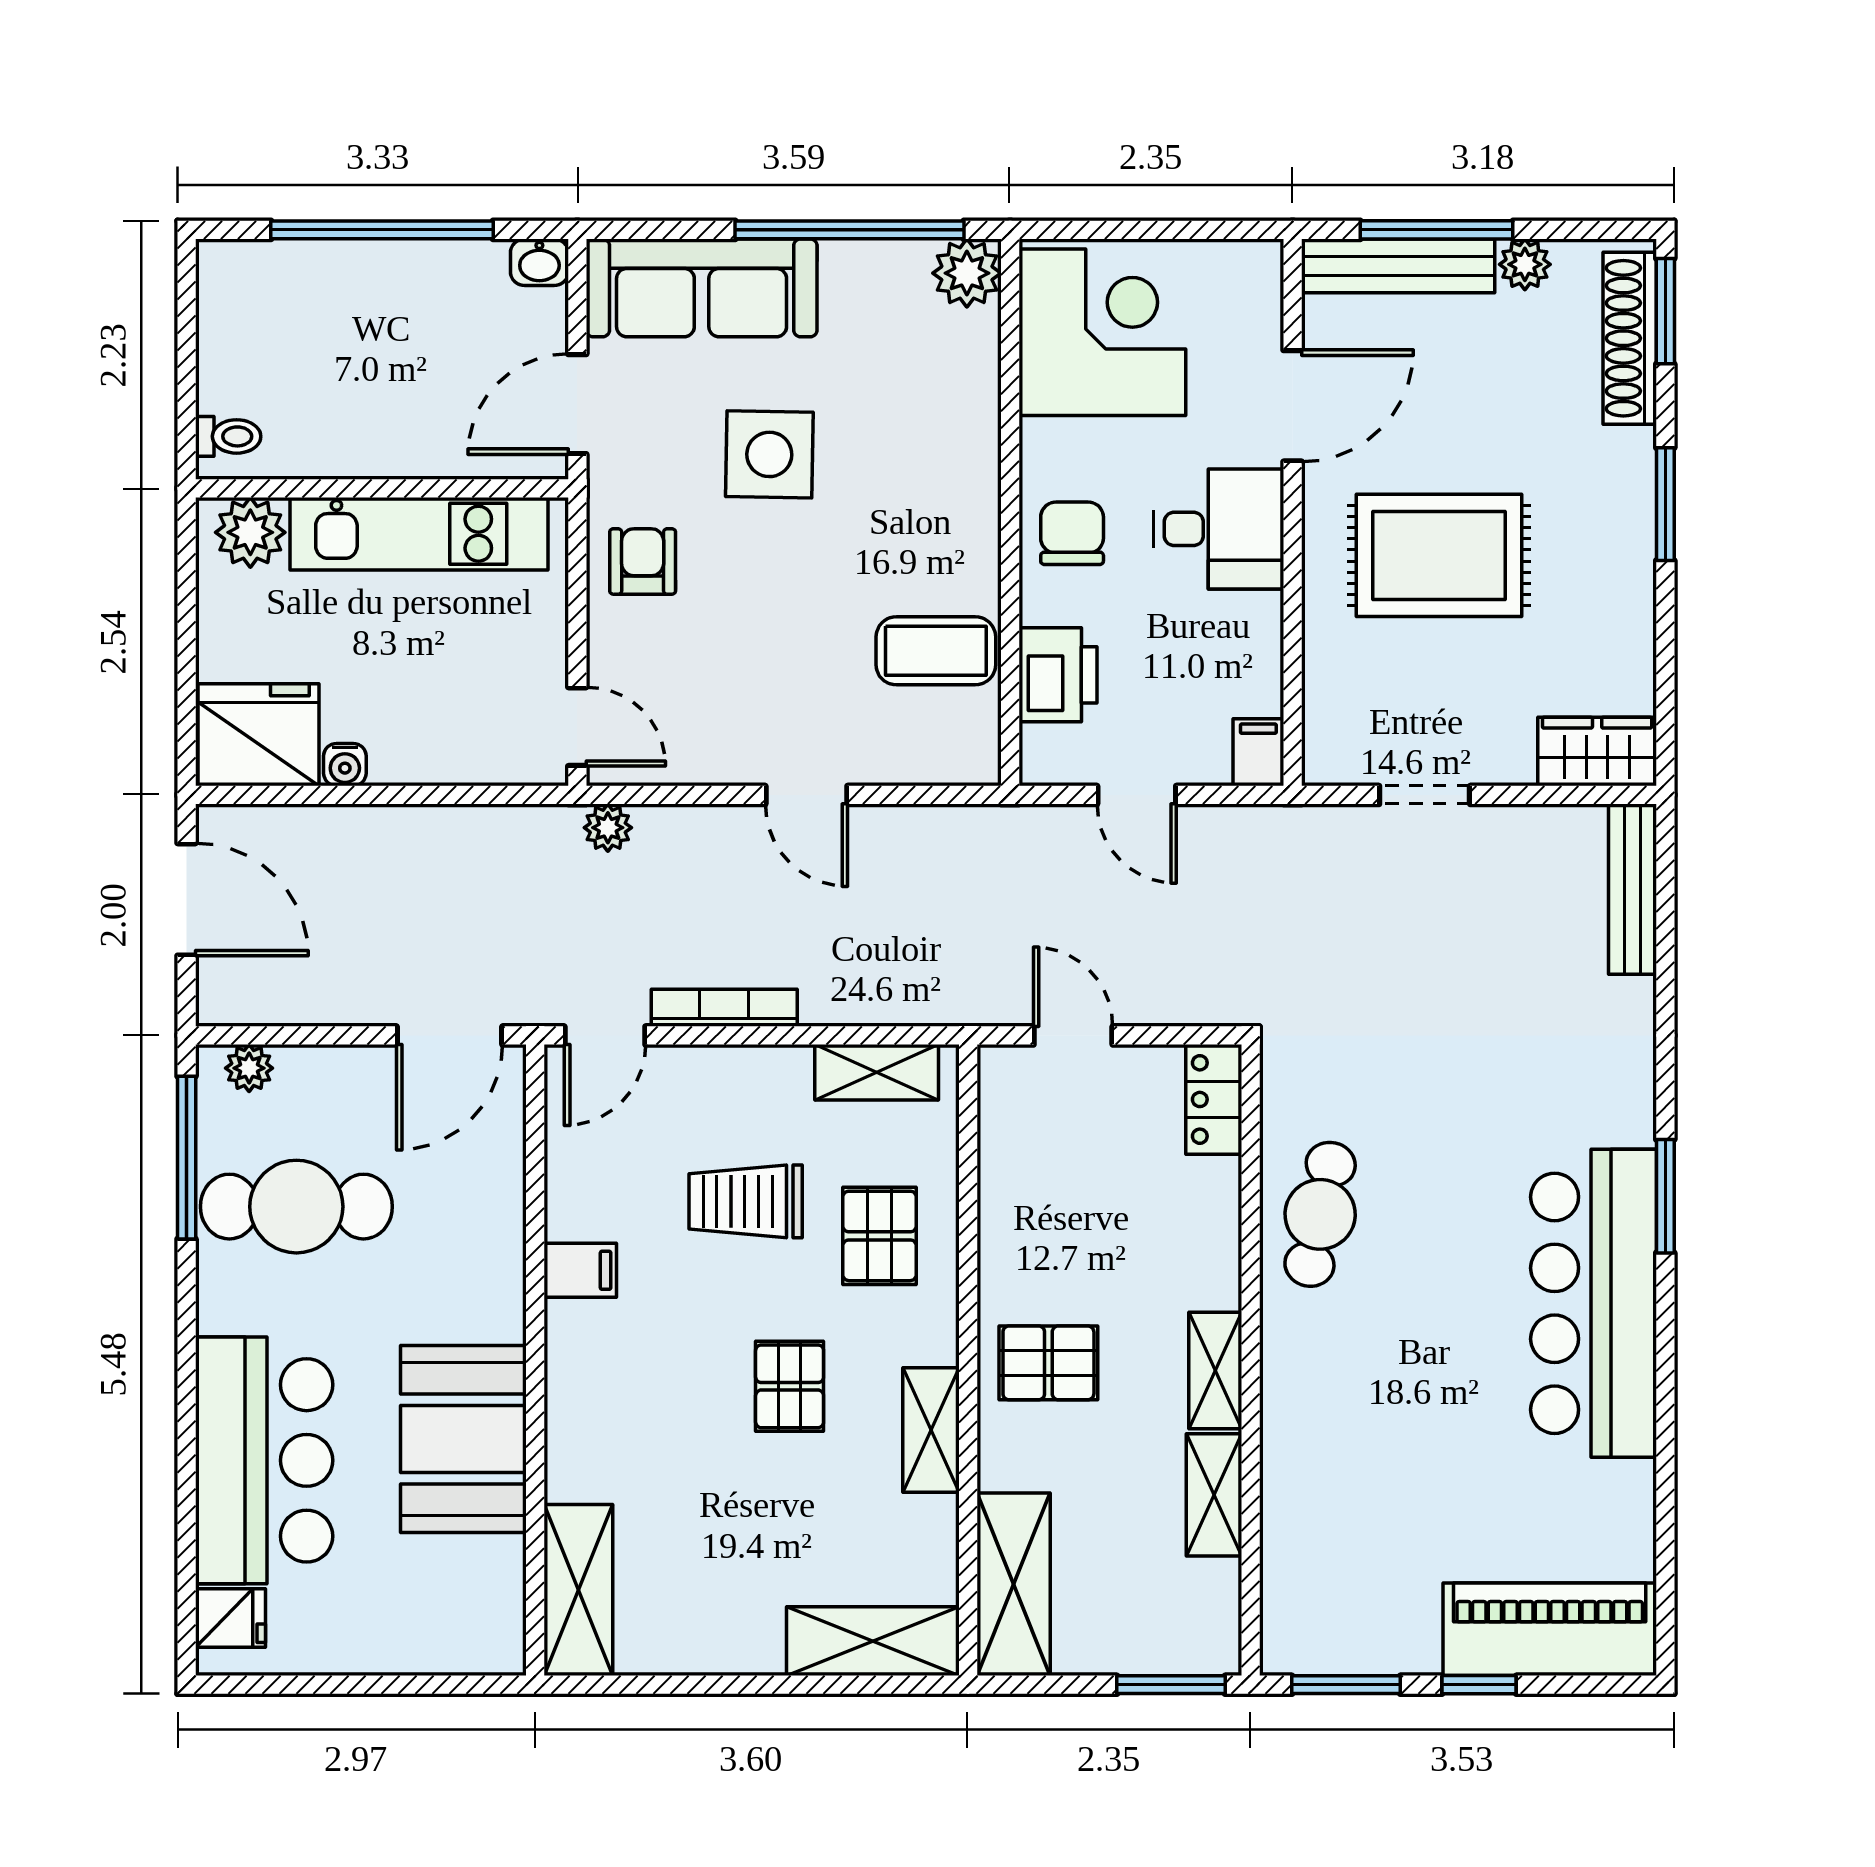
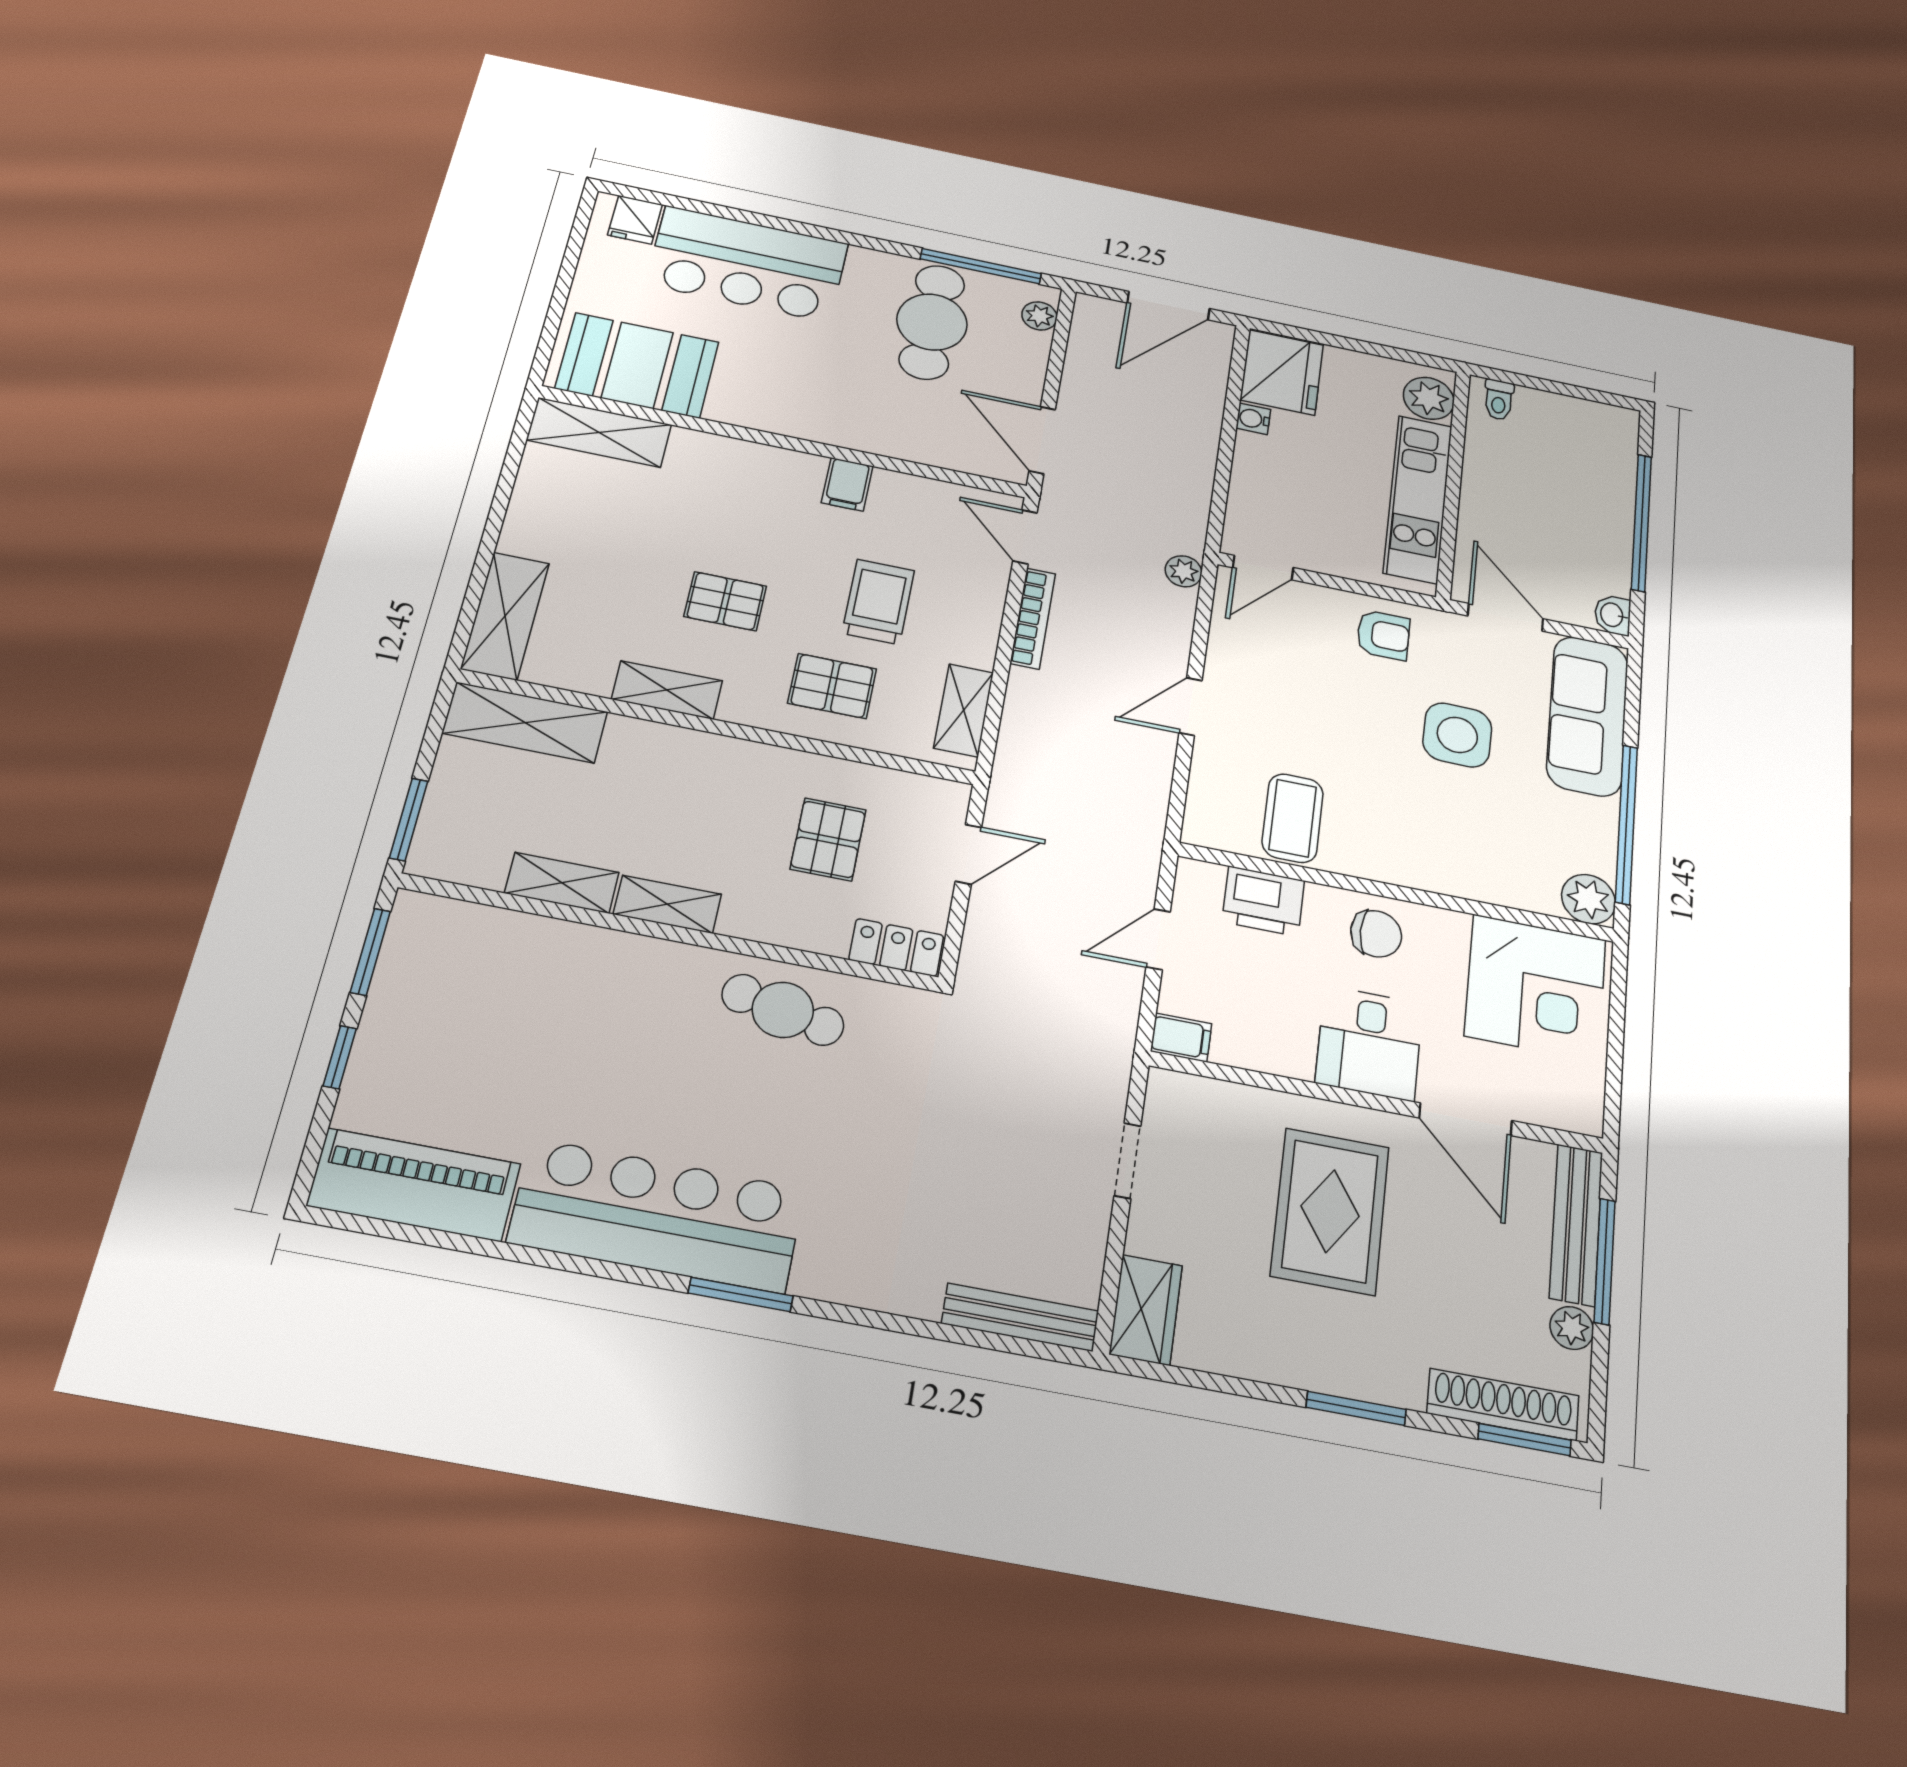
pallet: (1048, 1363) -> (828, 839), moved
booth: (463, 1439) -> (637, 365), moved
piano: (1550, 1629) -> (414, 1185), moved, turned -90

